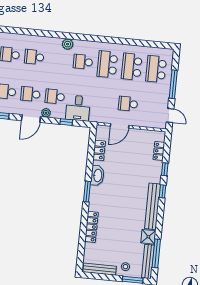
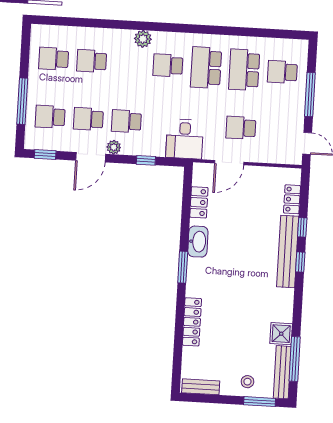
school desk: (156, 69) -> (282, 72), width x0.54
desk: (78, 108) -> (185, 139), moved
bench: (153, 206) -> (288, 252), moved
bench: (100, 269) -> (201, 387), width x0.73

